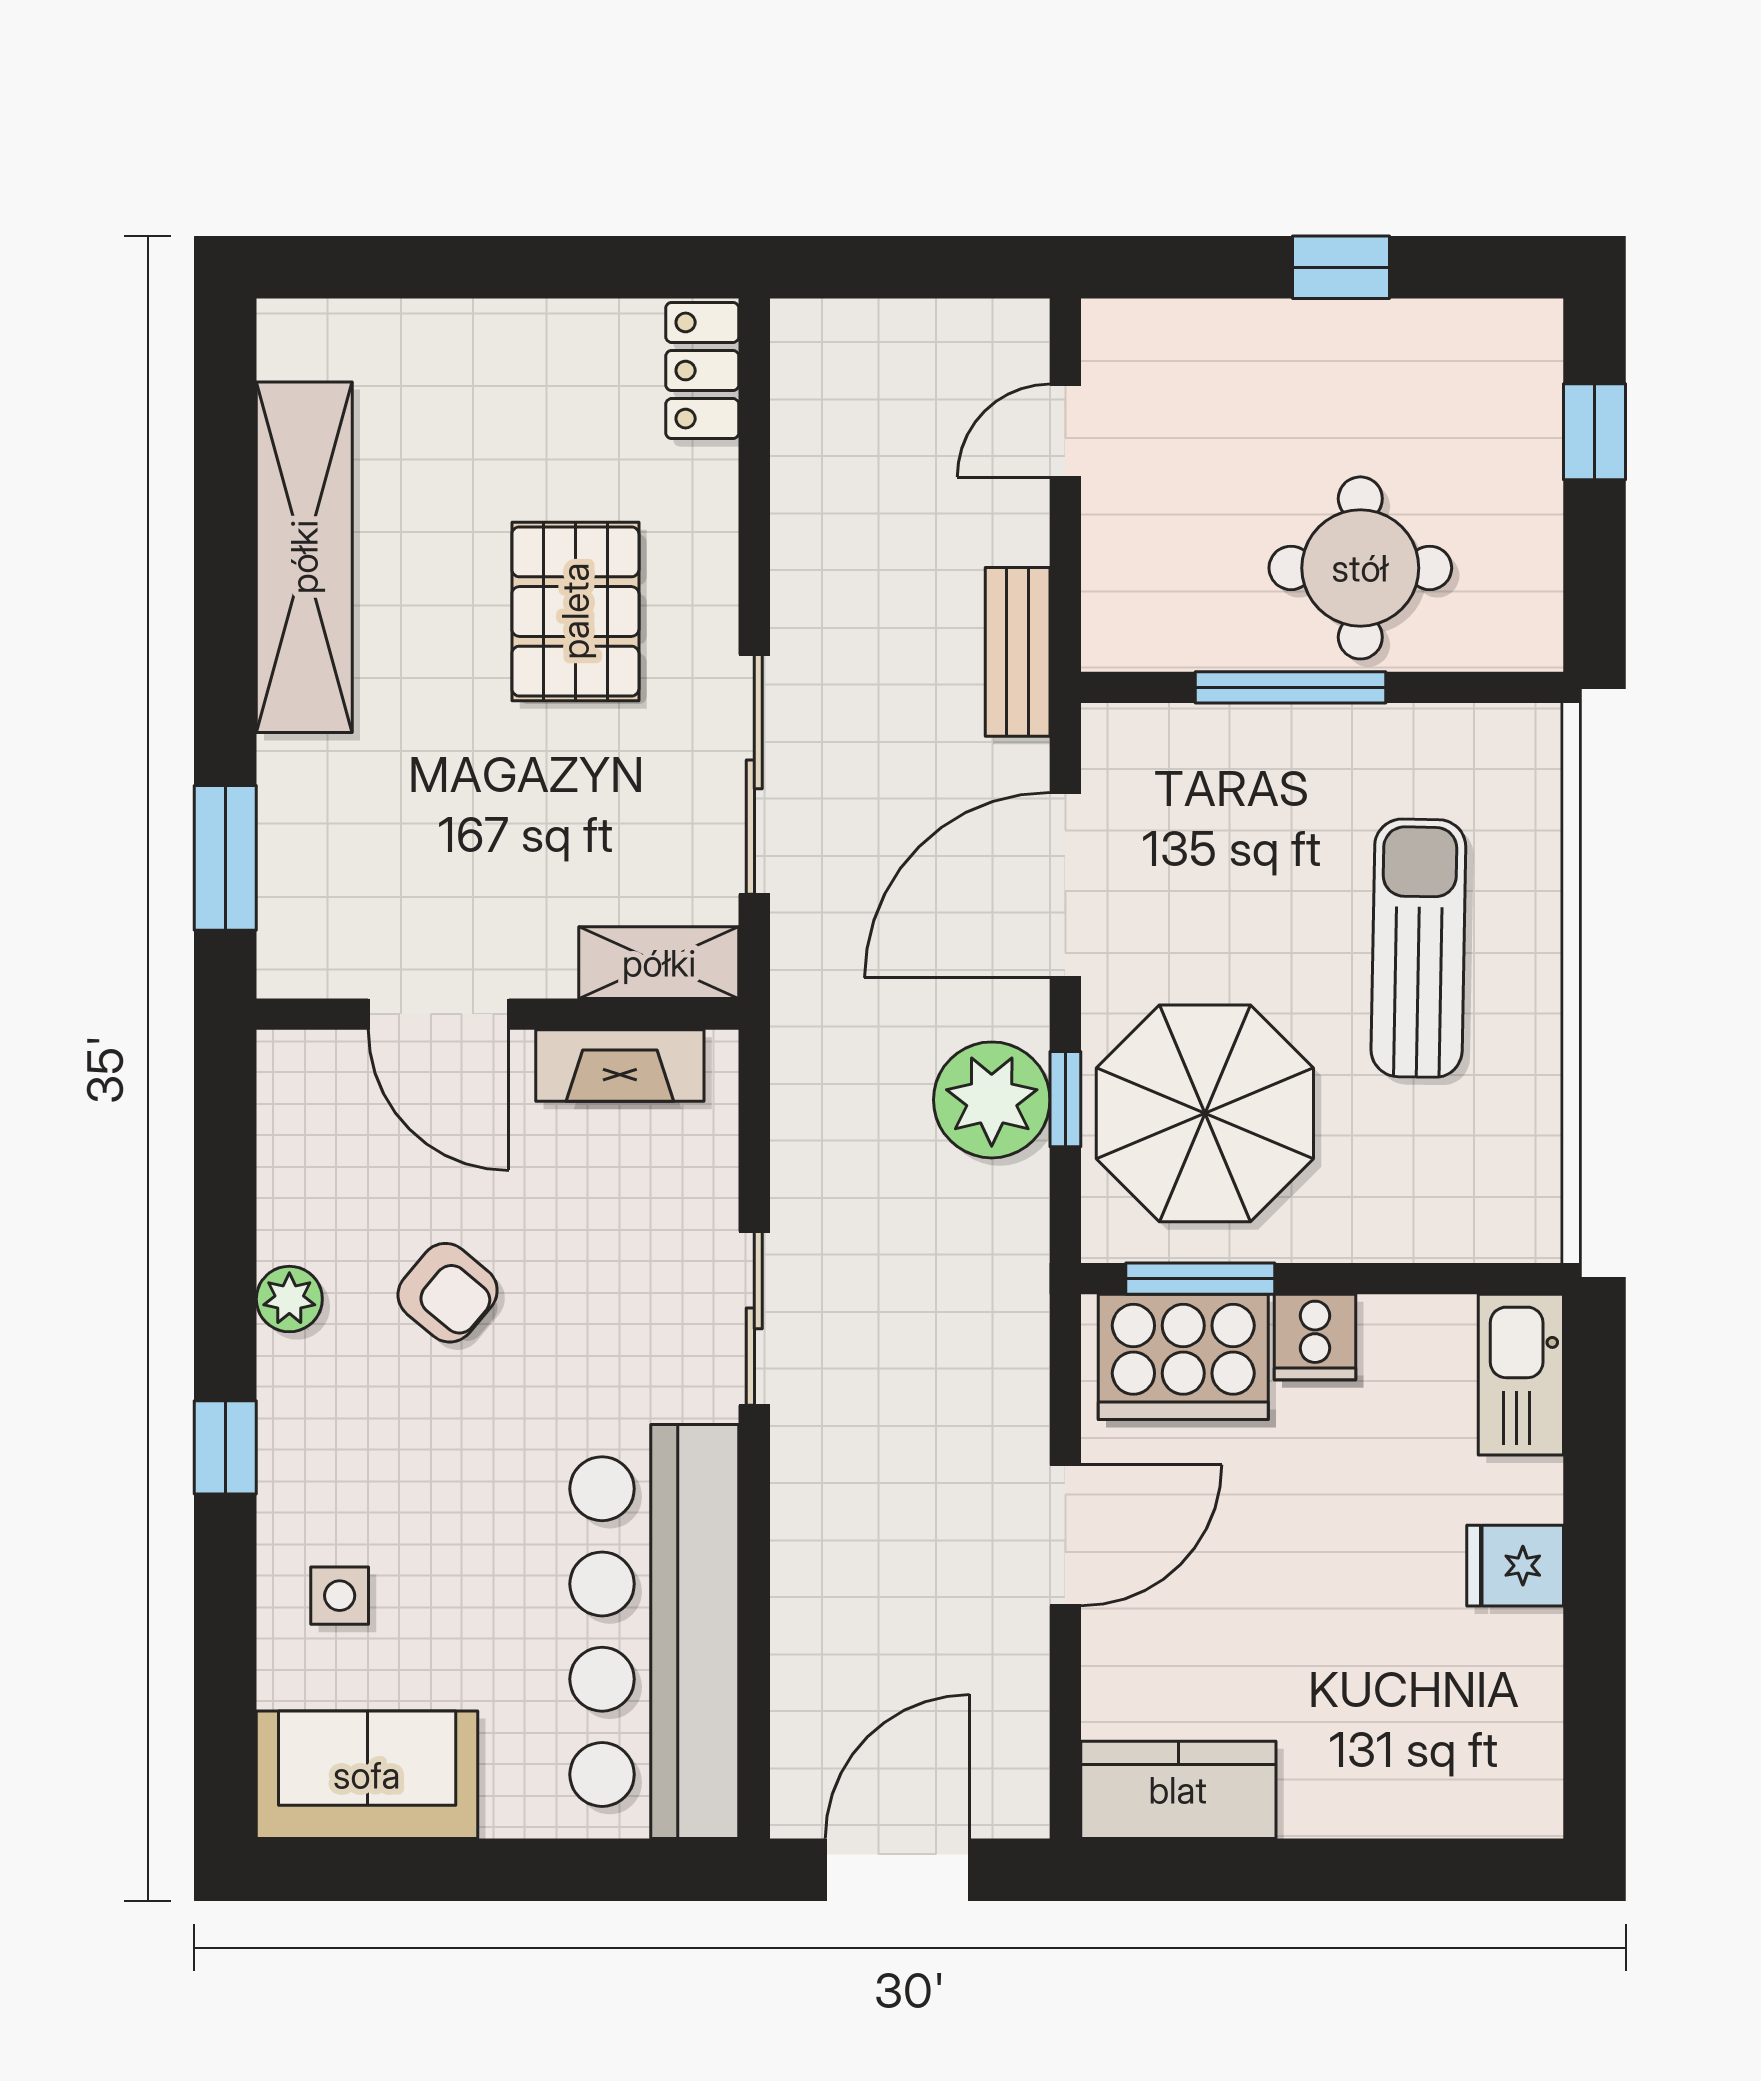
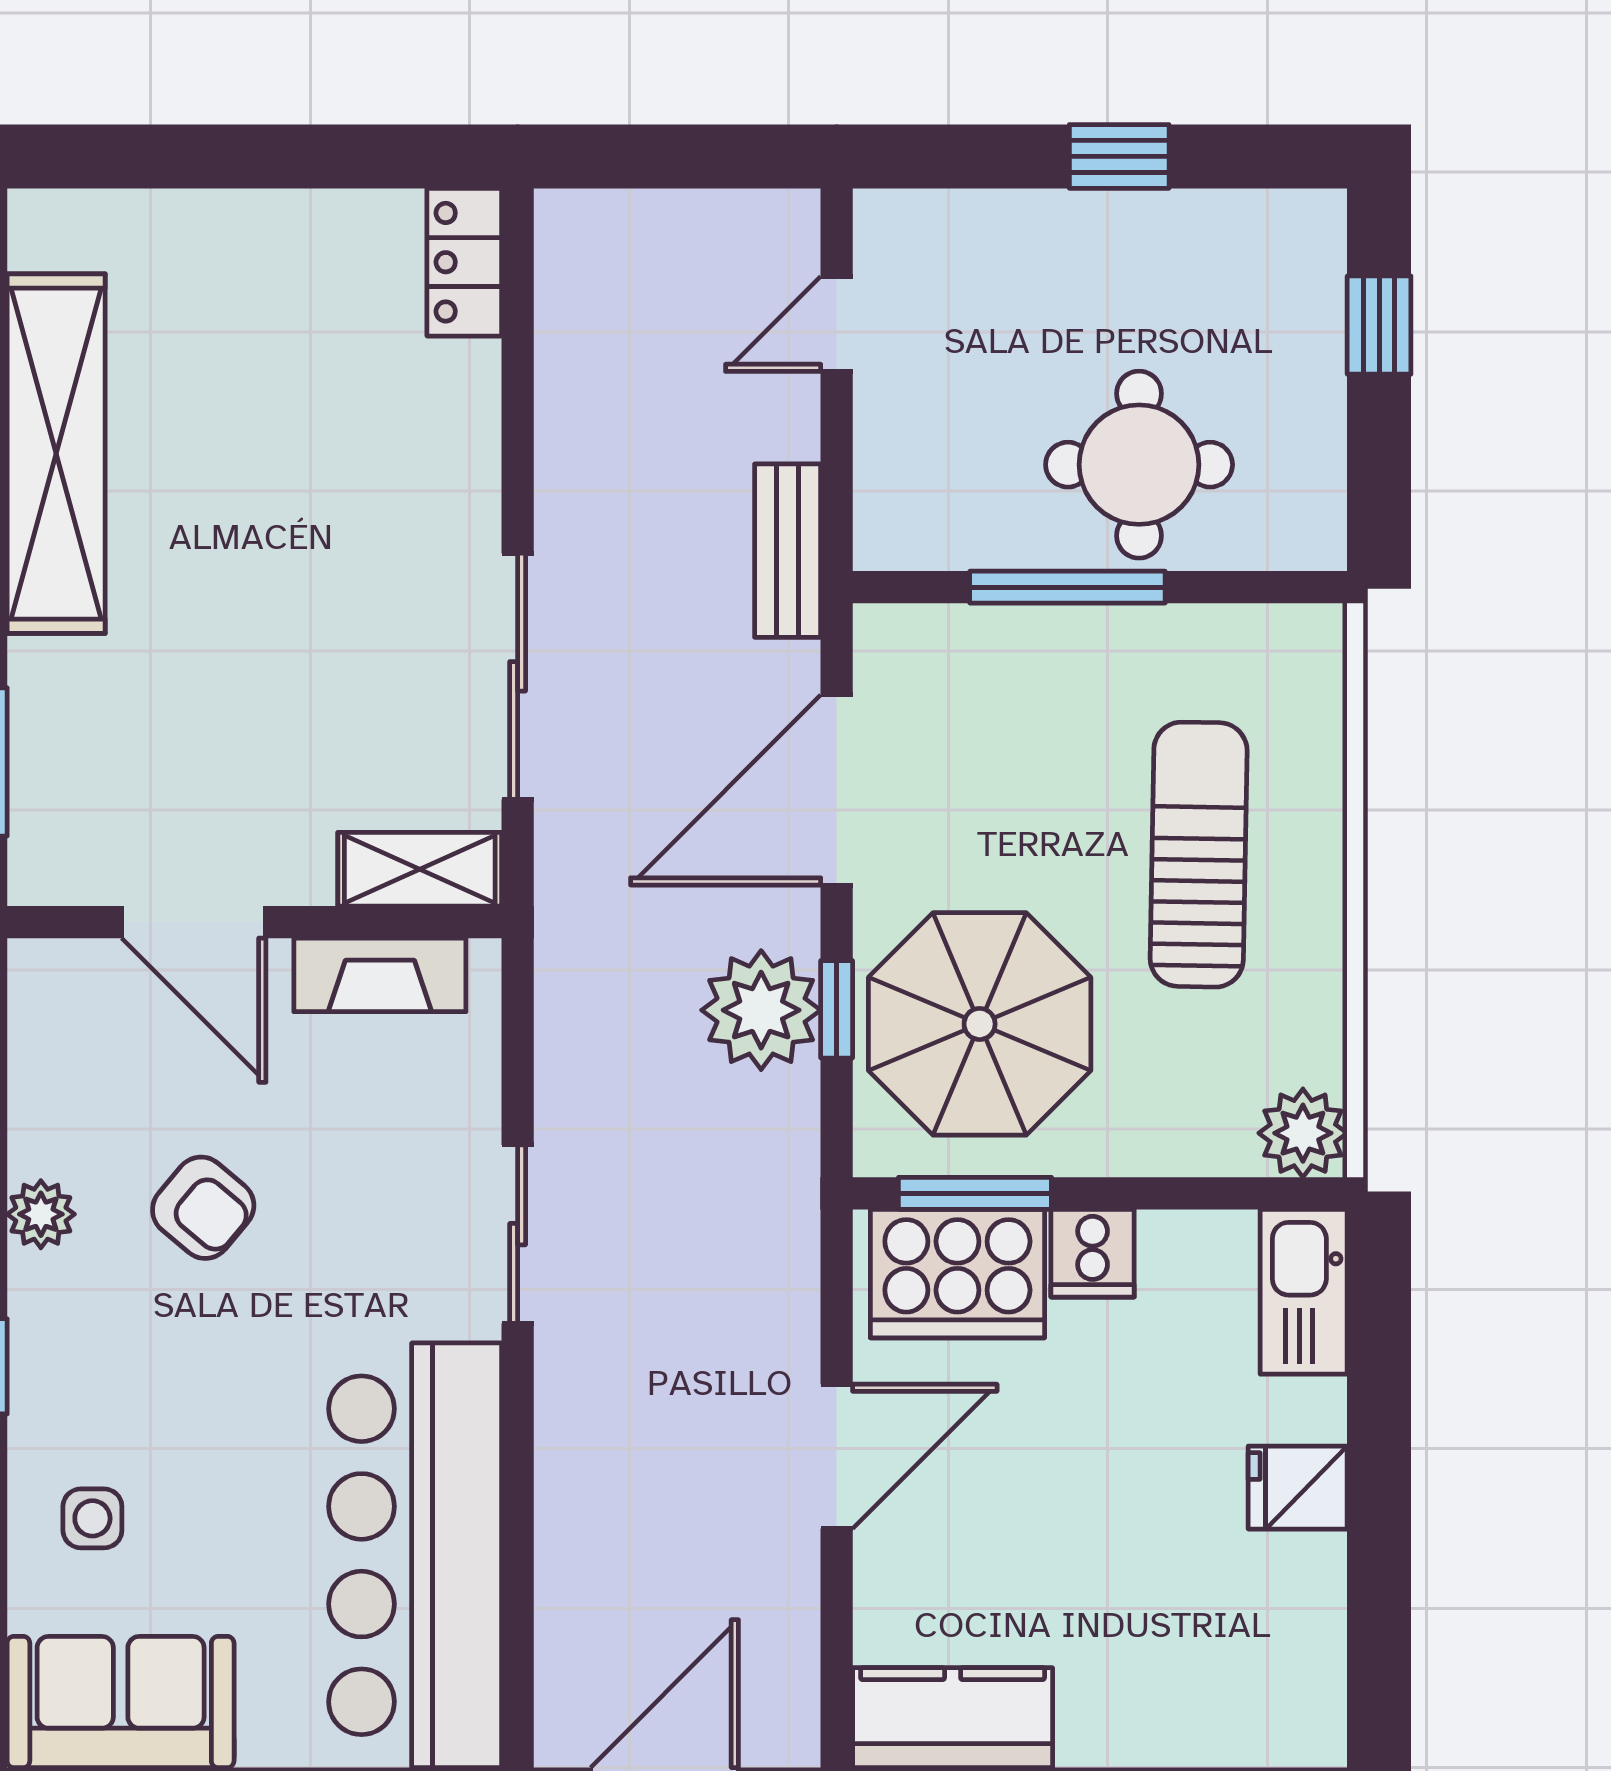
pallet: (575, 611) -> (334, 509), removed
plant: (1520, 1220) -> (1303, 1133), added

